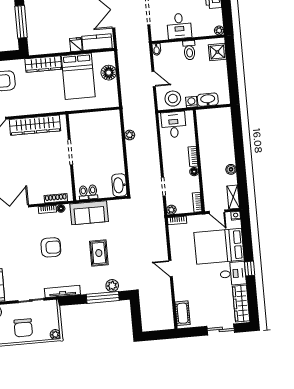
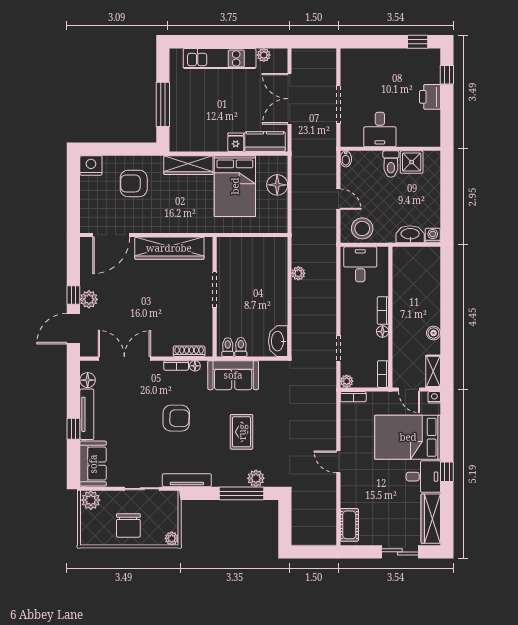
plant: (219, 30) -> (434, 141), removed
shower: (217, 52) -> (412, 162), moved
washing machine: (191, 102) -> (433, 235), moved

